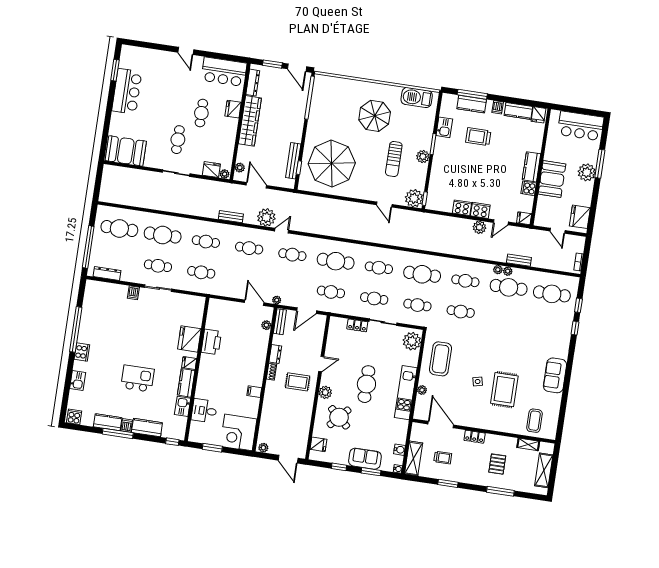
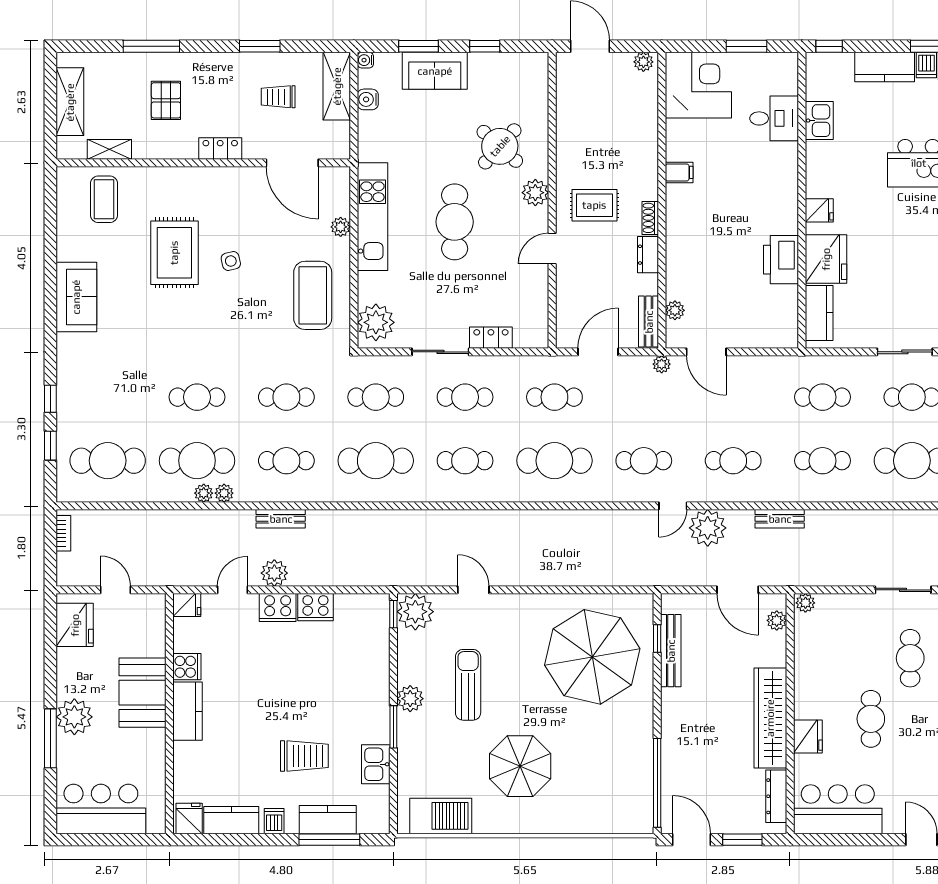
fridge: (211, 170) -> (833, 608), removed
bench: (519, 260) -> (281, 519), moved
cafe table: (504, 318) -> (197, 397), added
kitchen counter: (186, 383) -> (819, 313), moved
fridge: (318, 444) -> (533, 85), removed

